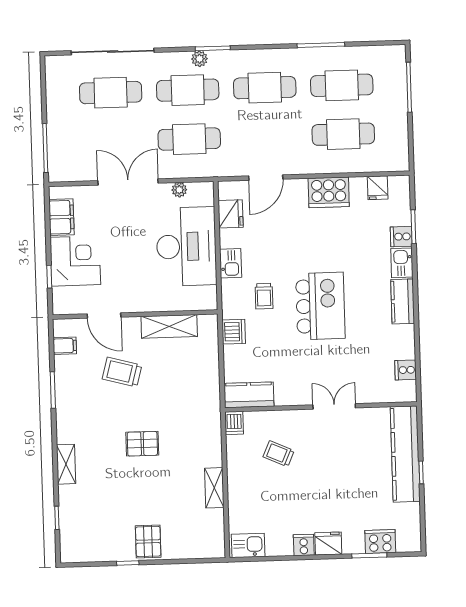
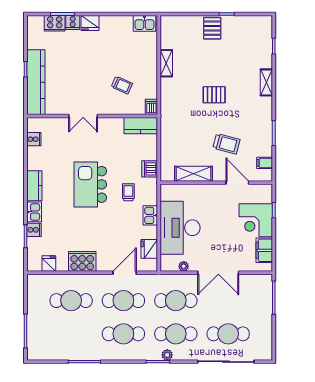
cafe table: (342, 85) -> (123, 301), moved
cooker: (304, 545) -> (73, 23), moved

